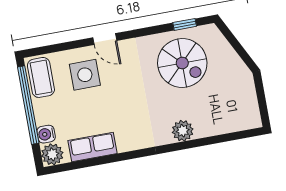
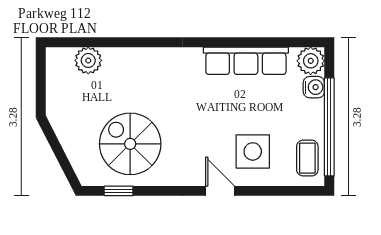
coffee table: (41, 77) -> (307, 158), width x0.73, depth x0.77
plant: (183, 131) -> (88, 60), moved
row of seats: (93, 147) -> (246, 61), width x1.48

